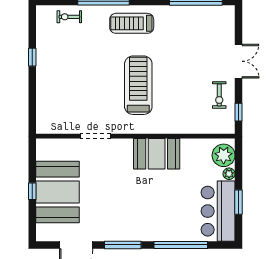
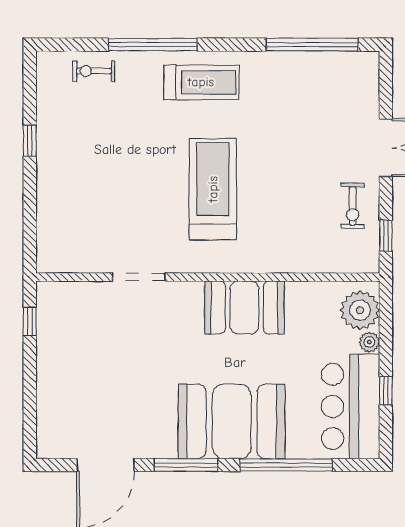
treadmill: (132, 23) -> (201, 82), turned 180
window: (32, 191) -> (30, 321), moved
booth: (57, 192) -> (232, 421), moved, turned 90
window: (239, 202) -> (386, 391), width x0.67

